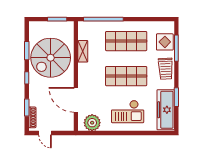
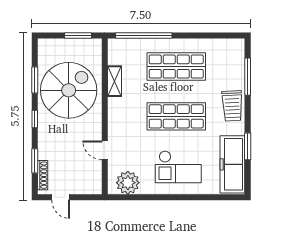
display table: (165, 42) -> (231, 68), removed
spiral stairs: (51, 58) -> (69, 90), turned 180
door: (76, 100) -> (105, 150), width x0.53

